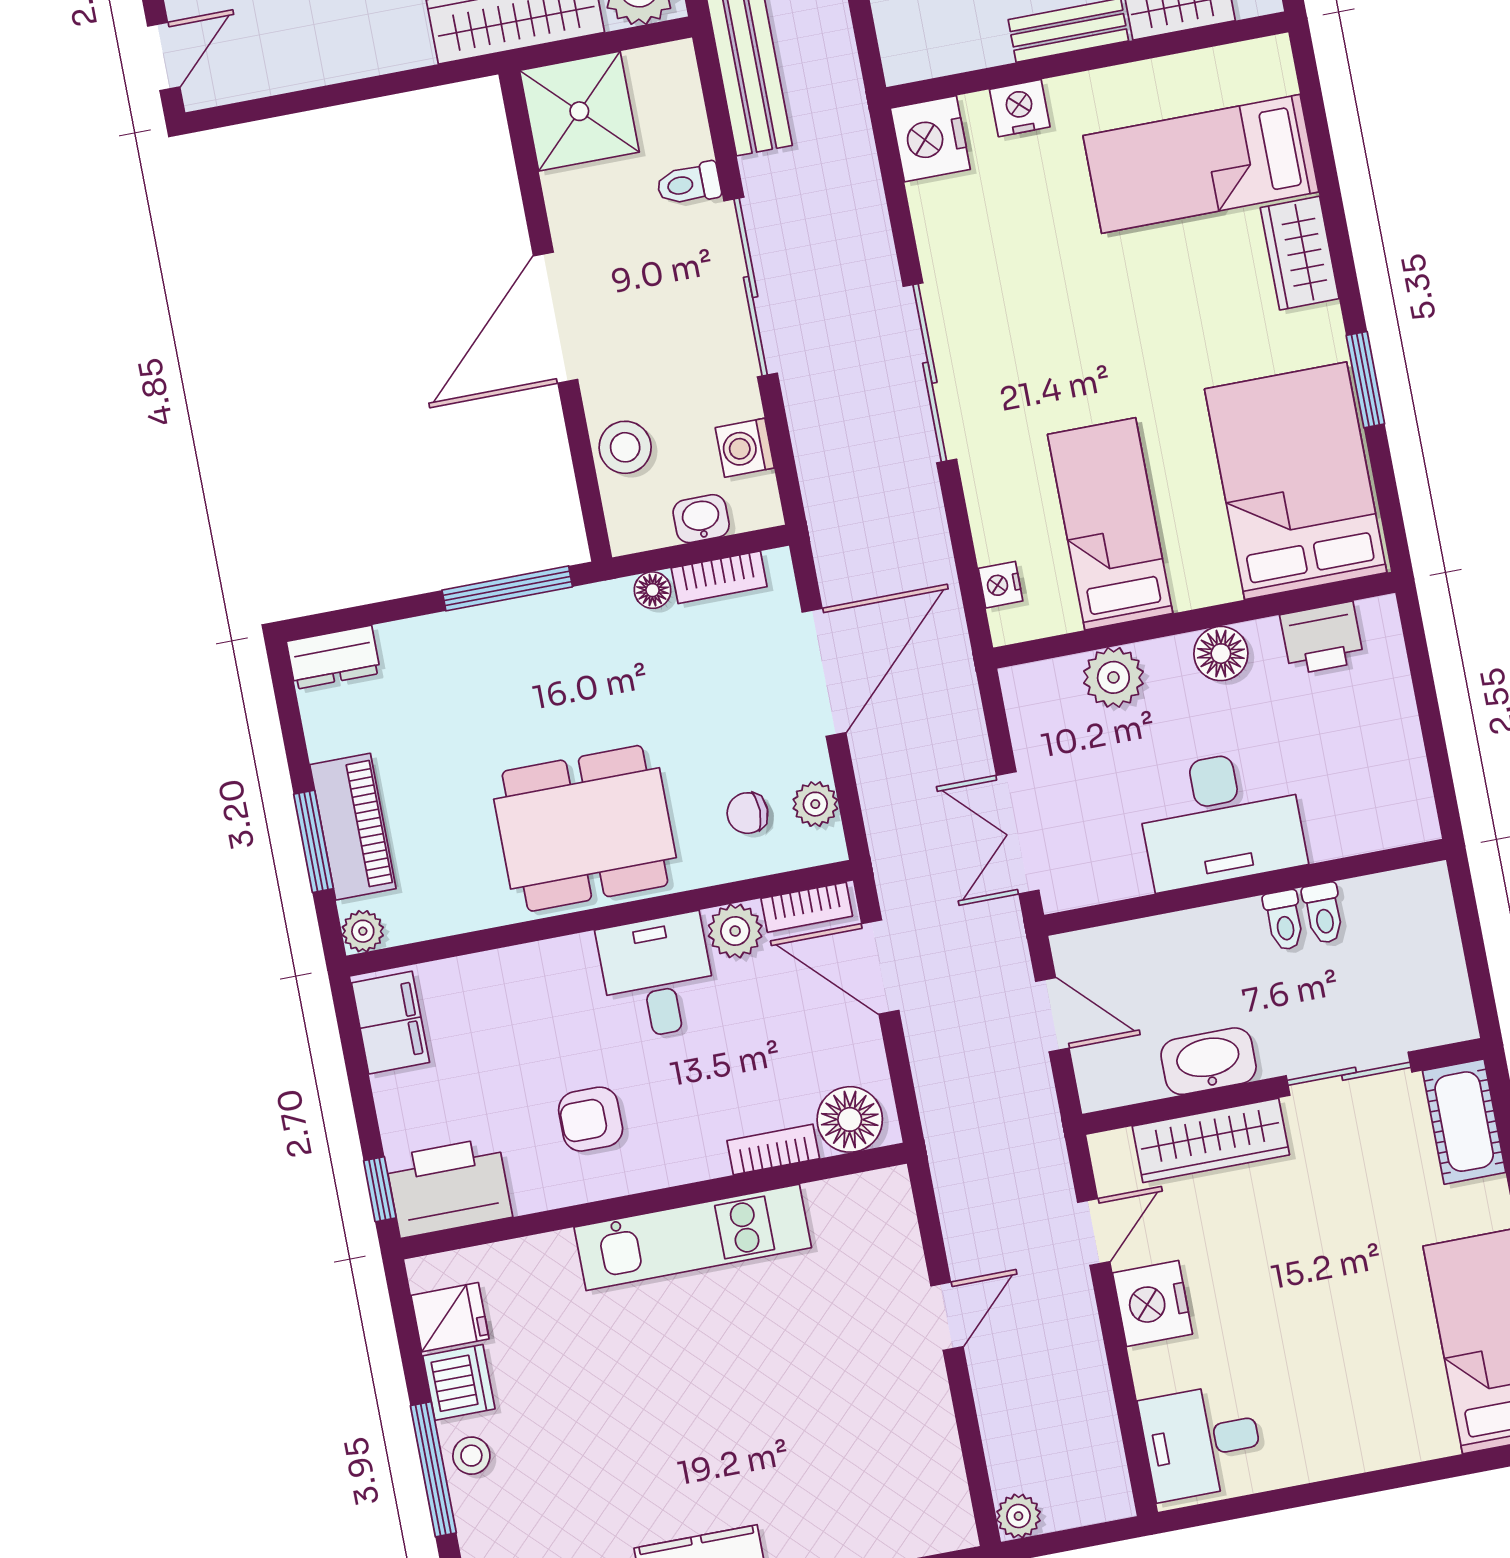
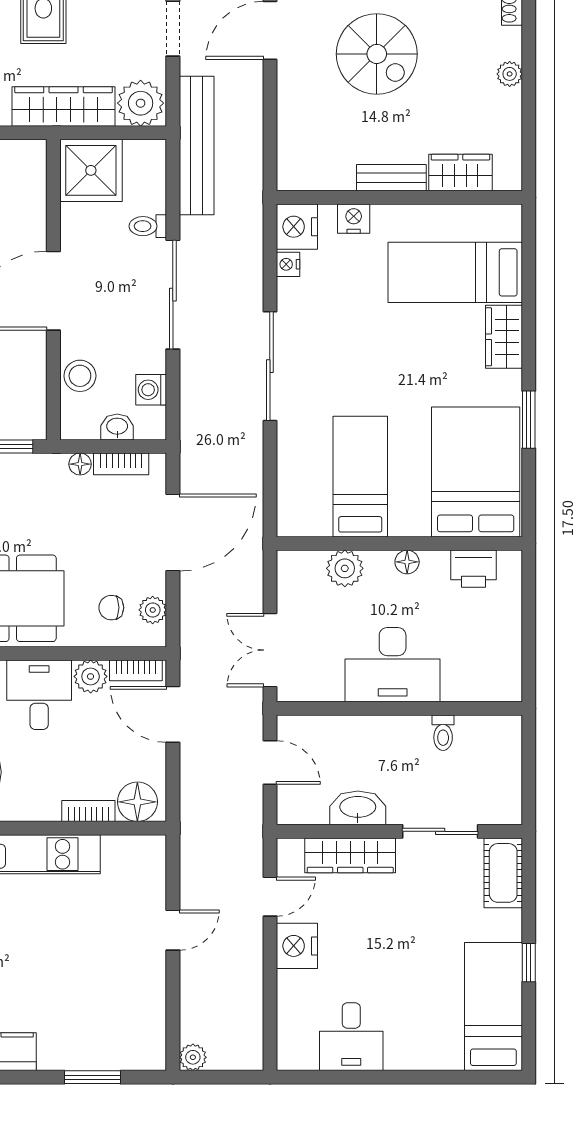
nightstand: (1000, 585) -> (288, 264), moved
floor lamp: (1221, 654) -> (407, 562), width x0.73, depth x0.73
toilet: (1284, 920) -> (419, 732), removed
desk: (1202, 1442) -> (351, 1037), moved, turned -90

